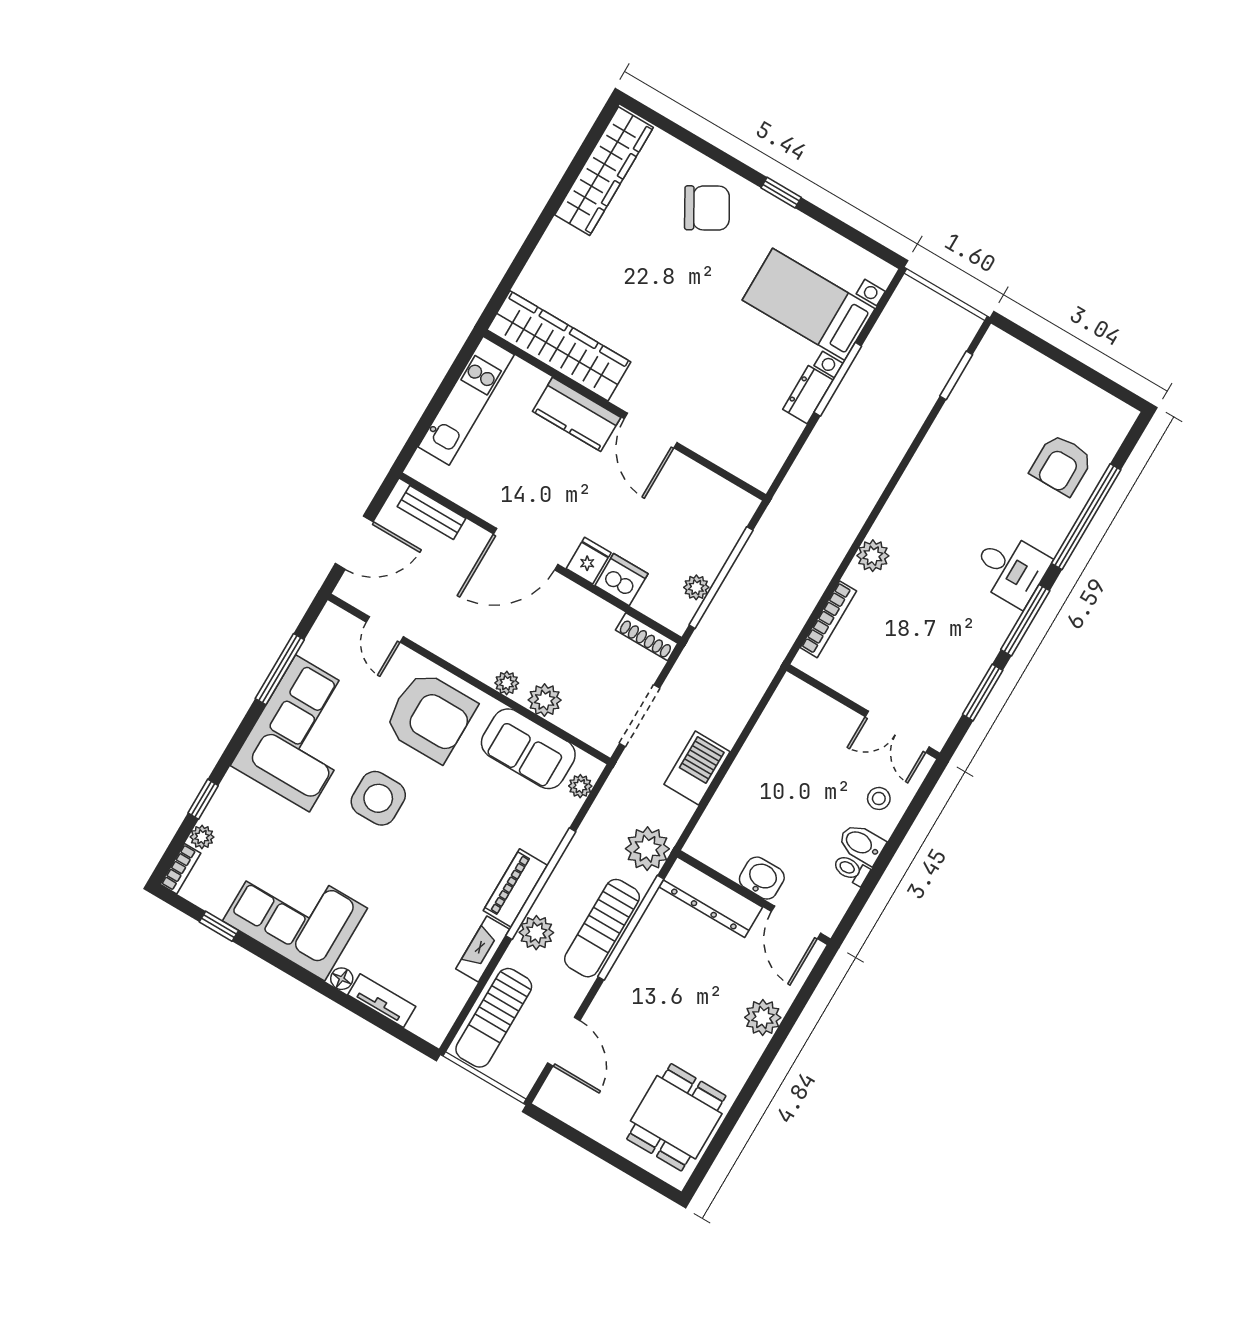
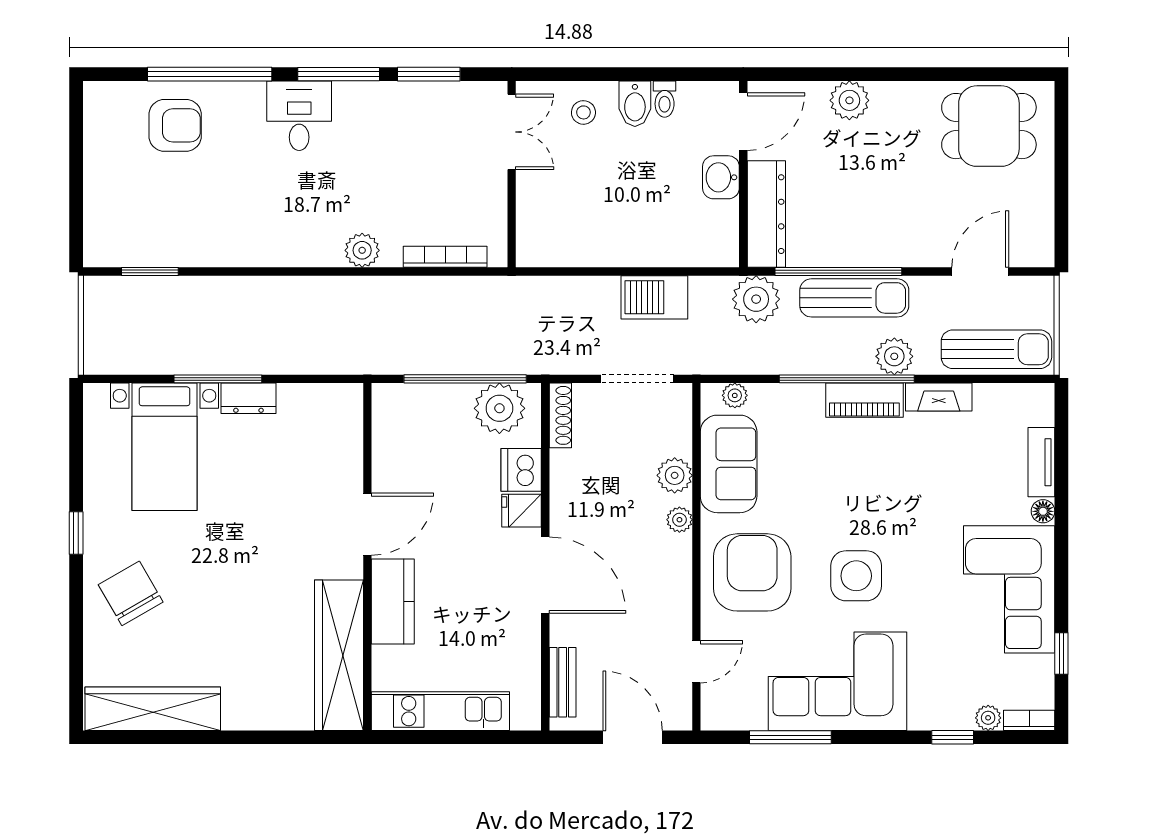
plant: (696, 587) -> (499, 408), width x1.88, depth x1.88

